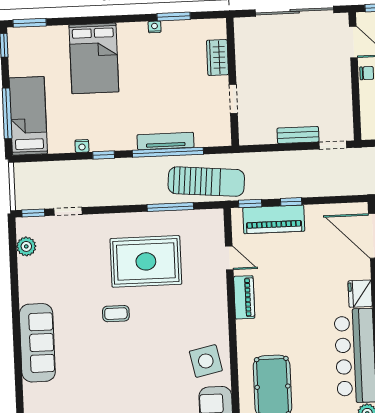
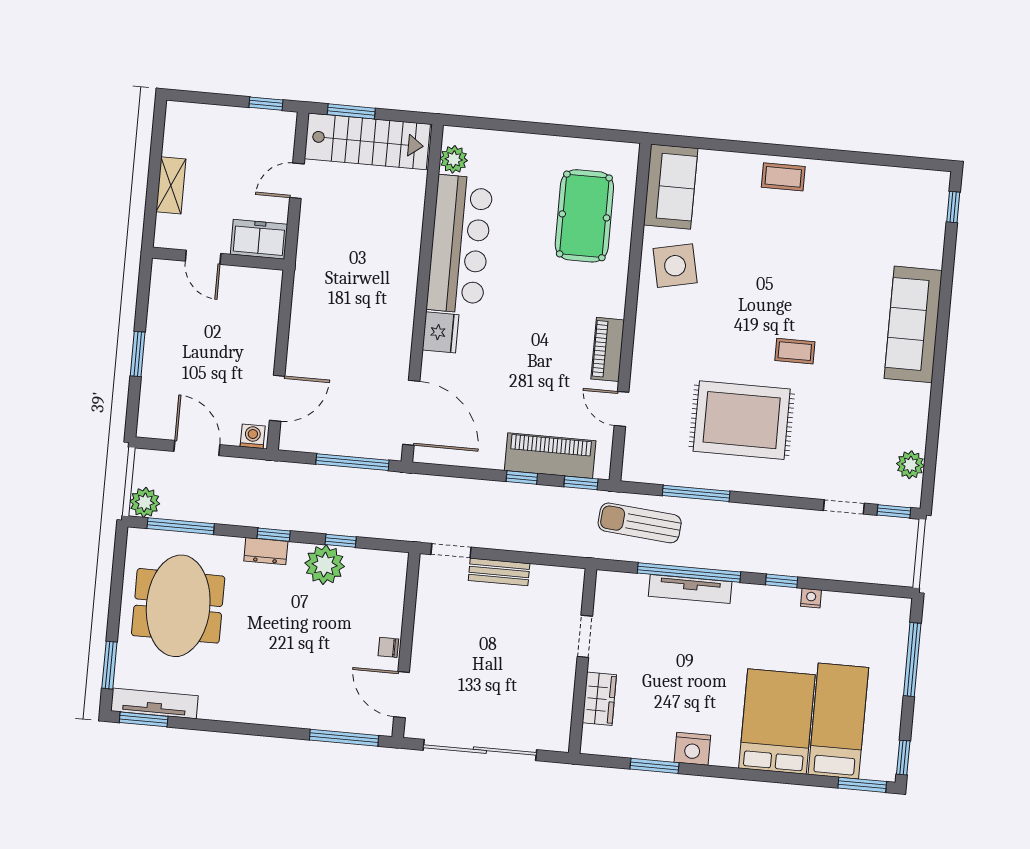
nightstand: (155, 27) -> (692, 749), width x1.89, depth x1.79
bed: (28, 116) -> (838, 721), moved, turned 180
sun lounger: (206, 182) -> (640, 523), width x0.73, depth x0.75

